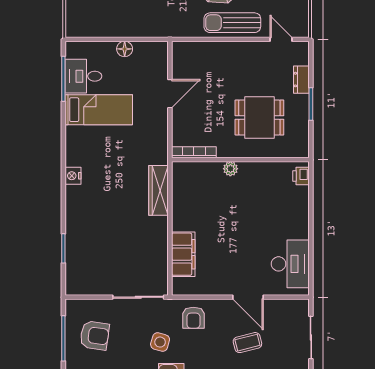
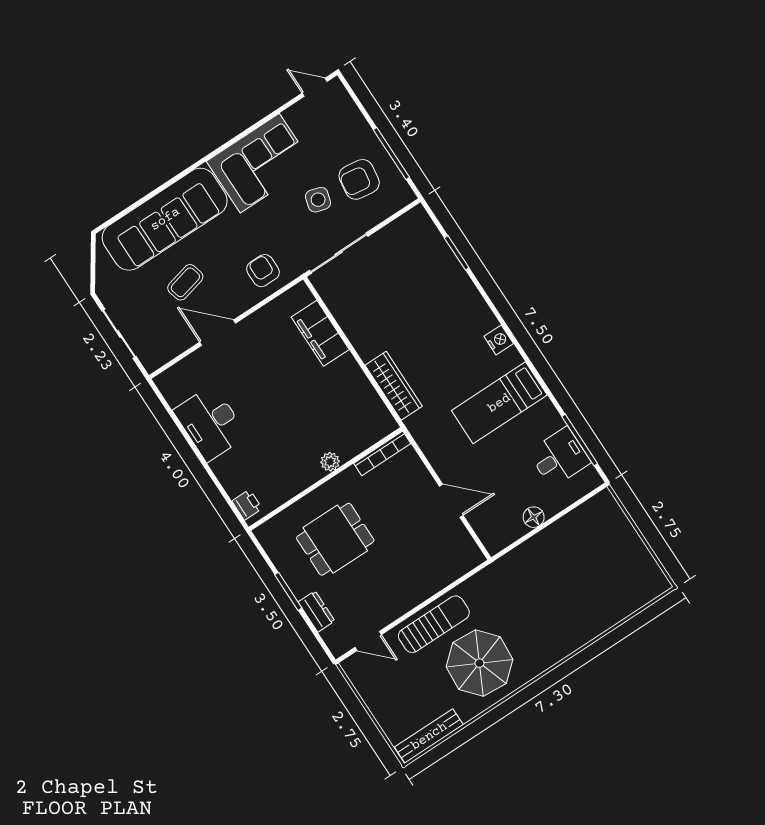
door: (170, 94) -> (451, 501), swing flipped
bed: (99, 110) -> (499, 403), moved
desk: (290, 264) -> (210, 423), moved
side table: (160, 342) -> (318, 200), moved

